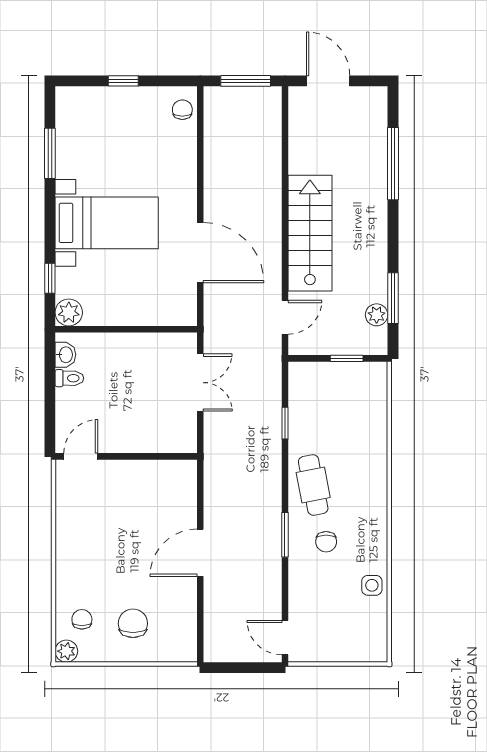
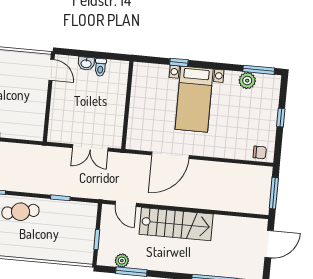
window: (50, 153) -> (259, 70), moved
window: (50, 278) -> (179, 62), moved
plant: (69, 312) -> (247, 81), moved
washbasin: (65, 355) -> (86, 63), moved

